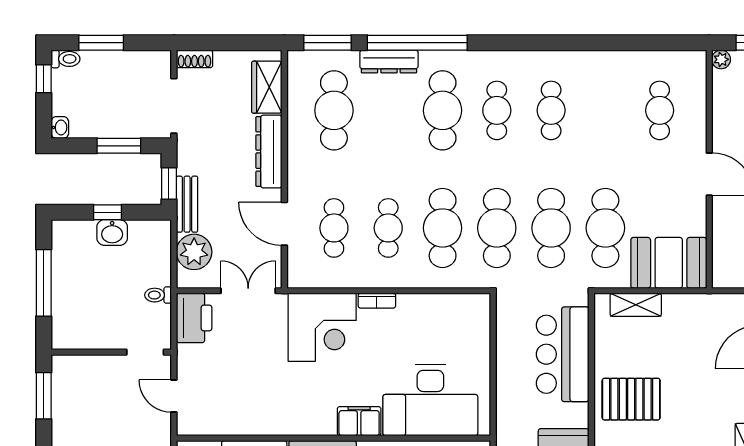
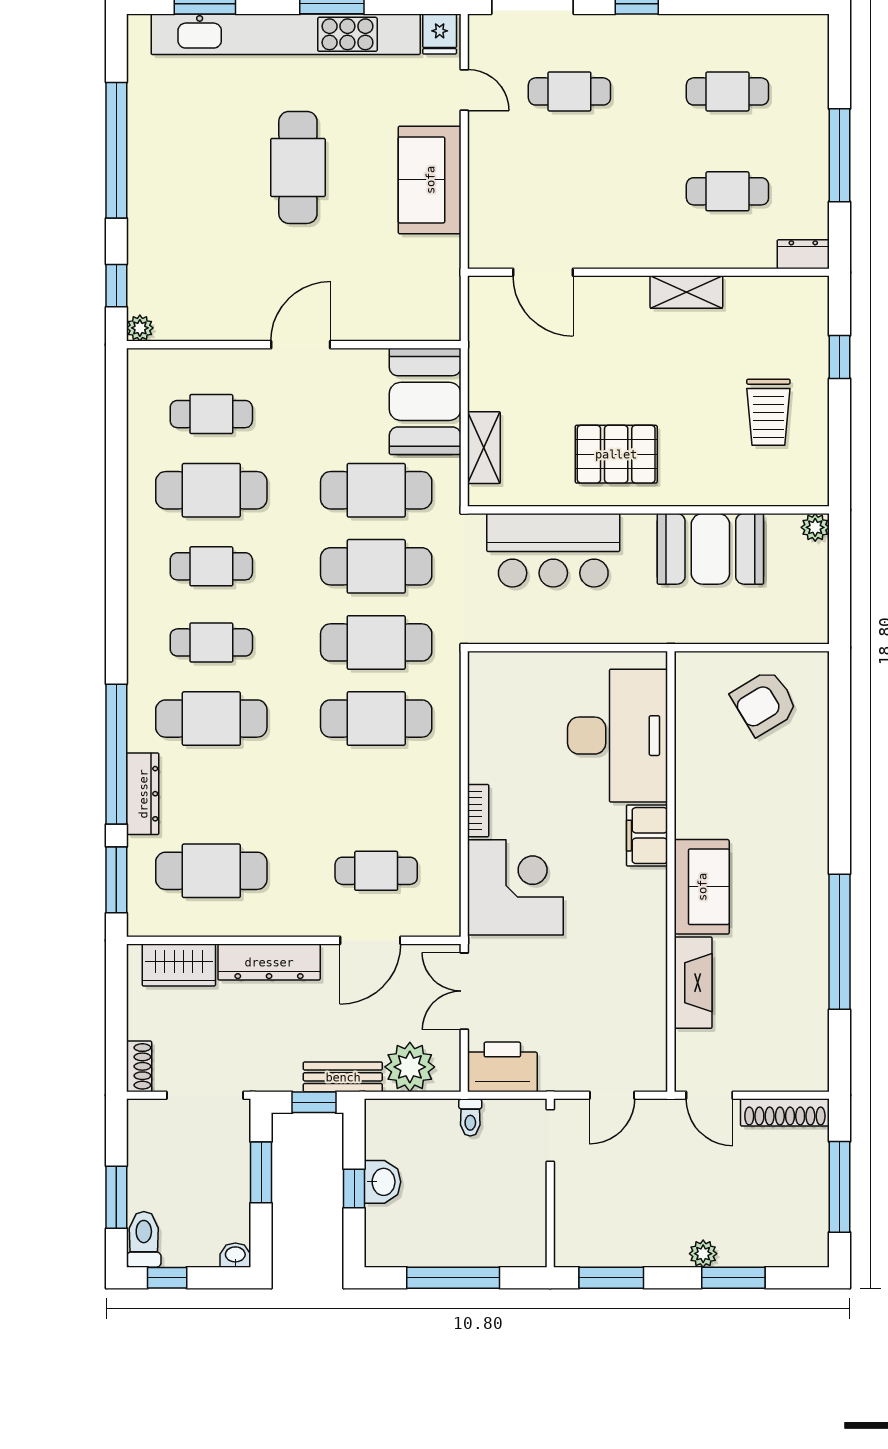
toilet: (65, 59) -> (144, 1239), width x1.37, depth x1.39
cafe table: (388, 228) -> (211, 490), moved, width x1.37, depth x1.35
pallet: (631, 399) -> (616, 454), turned 90

